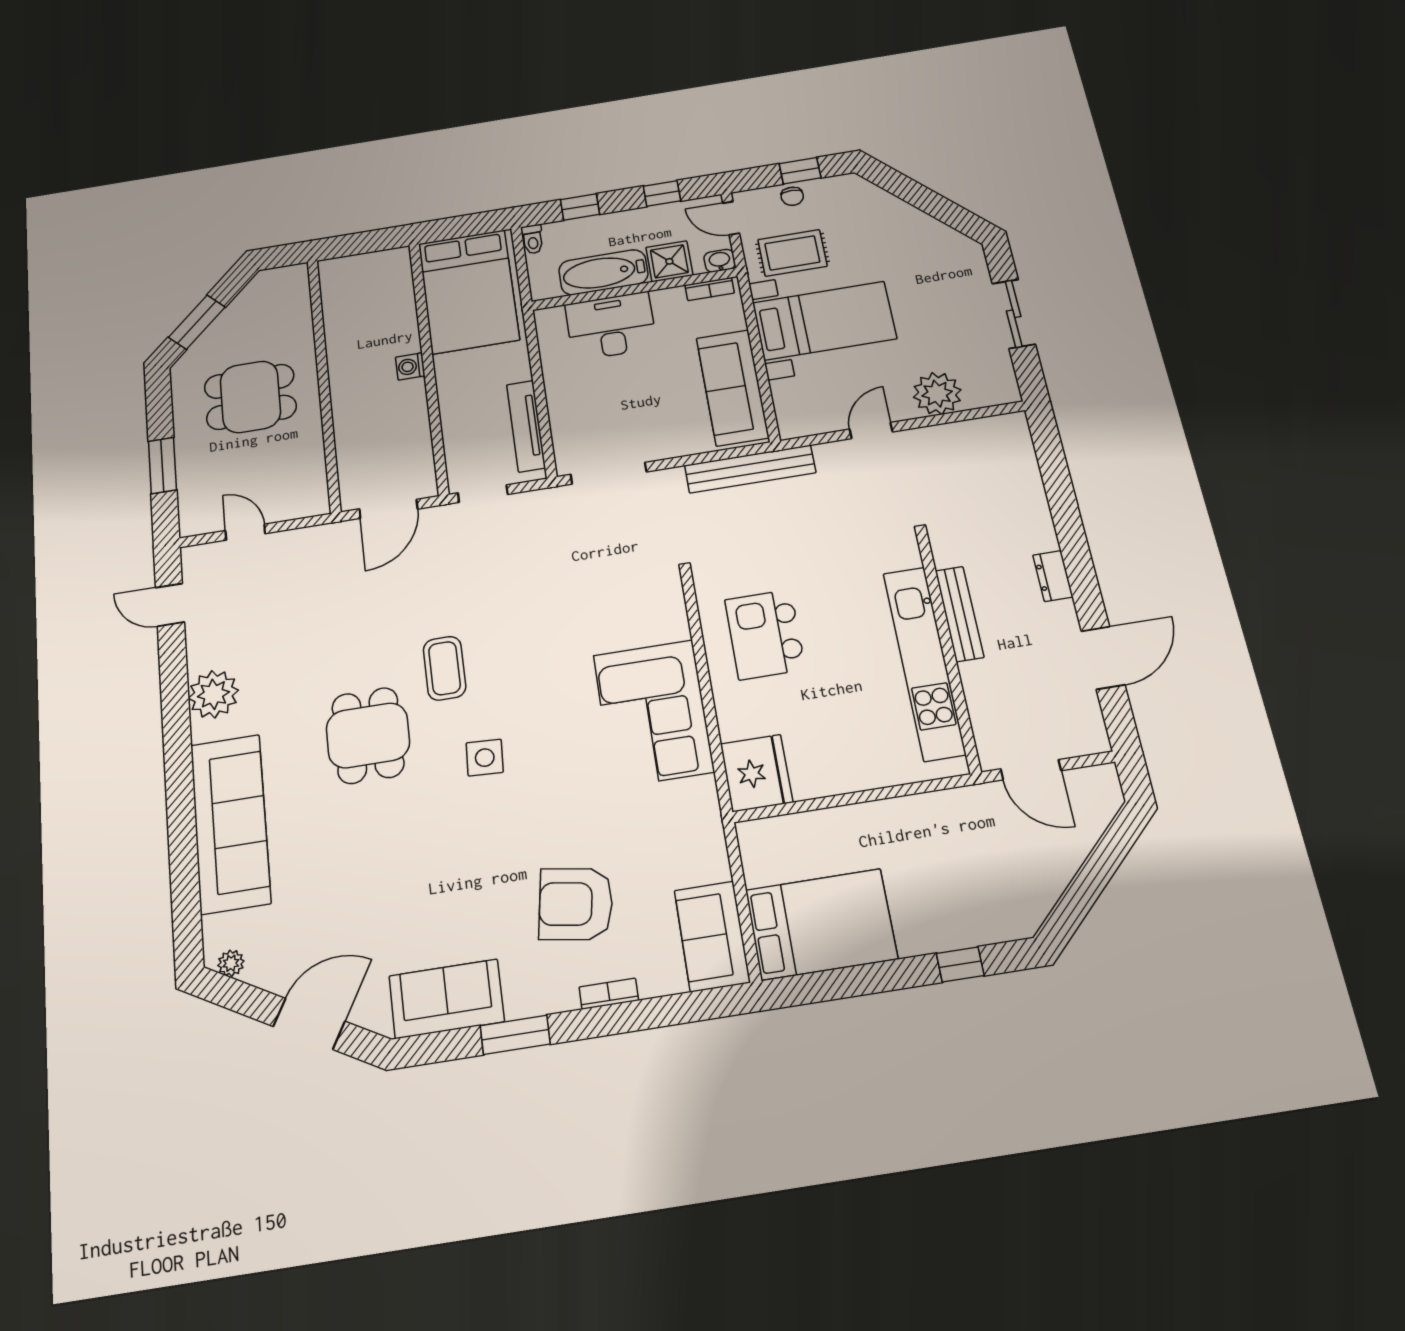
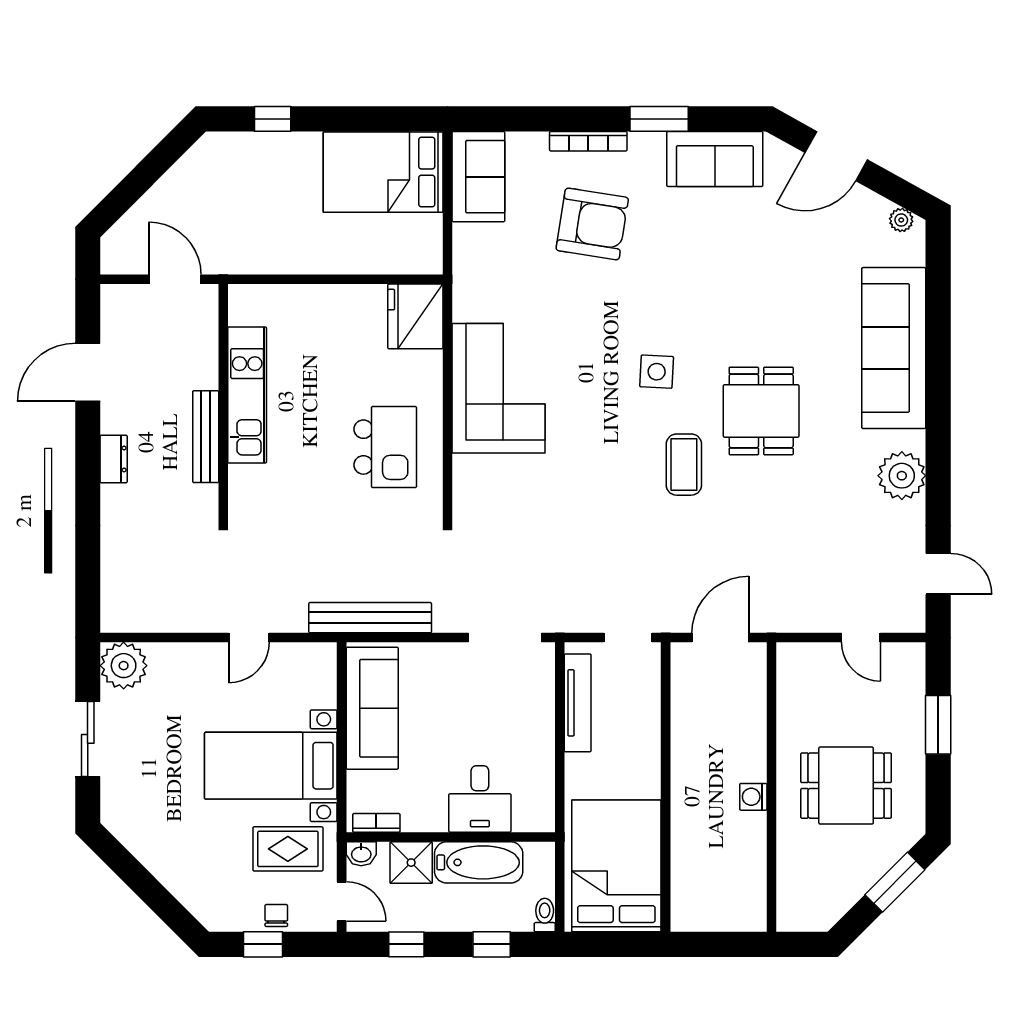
desk: (611, 326) -> (480, 799), width x0.73
washing machine: (410, 366) -> (753, 797), moved, turned 180
plant: (937, 394) -> (124, 666), moved
kitchen unit: (924, 663) -> (247, 395), width x0.73
bookcase: (609, 994) -> (588, 141), width x1.56

